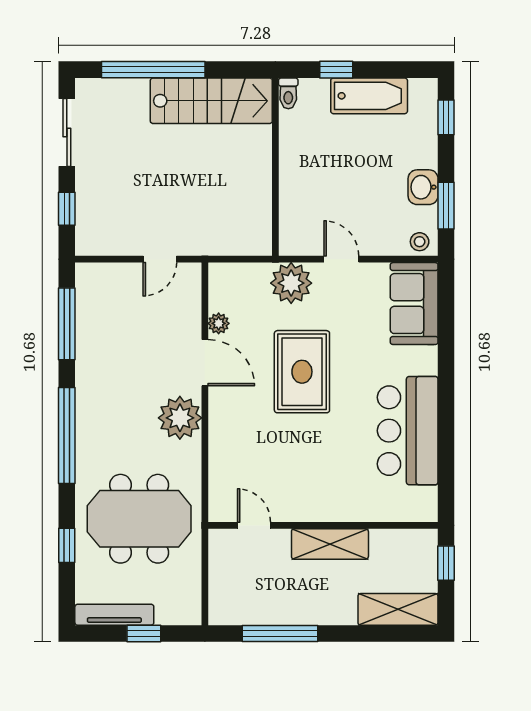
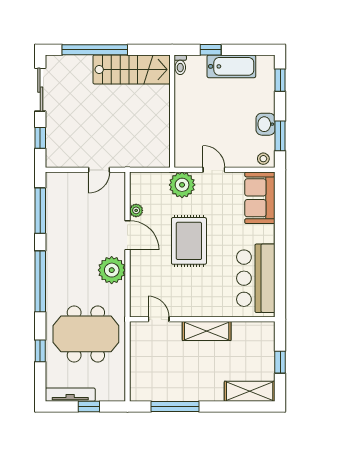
door: (254, 525) -> (159, 319), moved
wall: (323, 525) -> (202, 319), moved
shelving: (330, 544) -> (207, 331), moved

